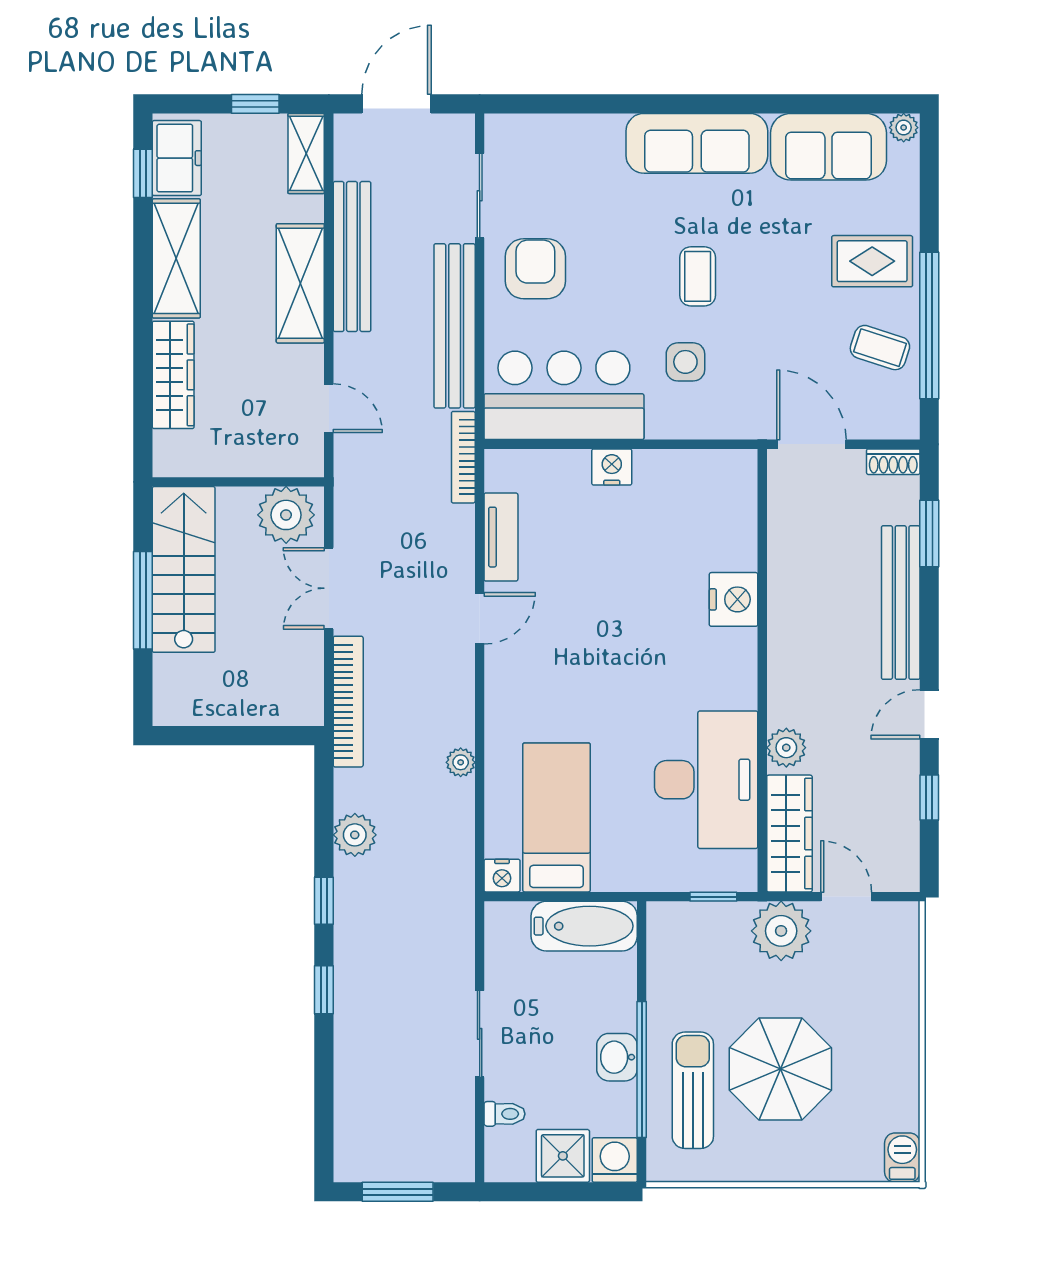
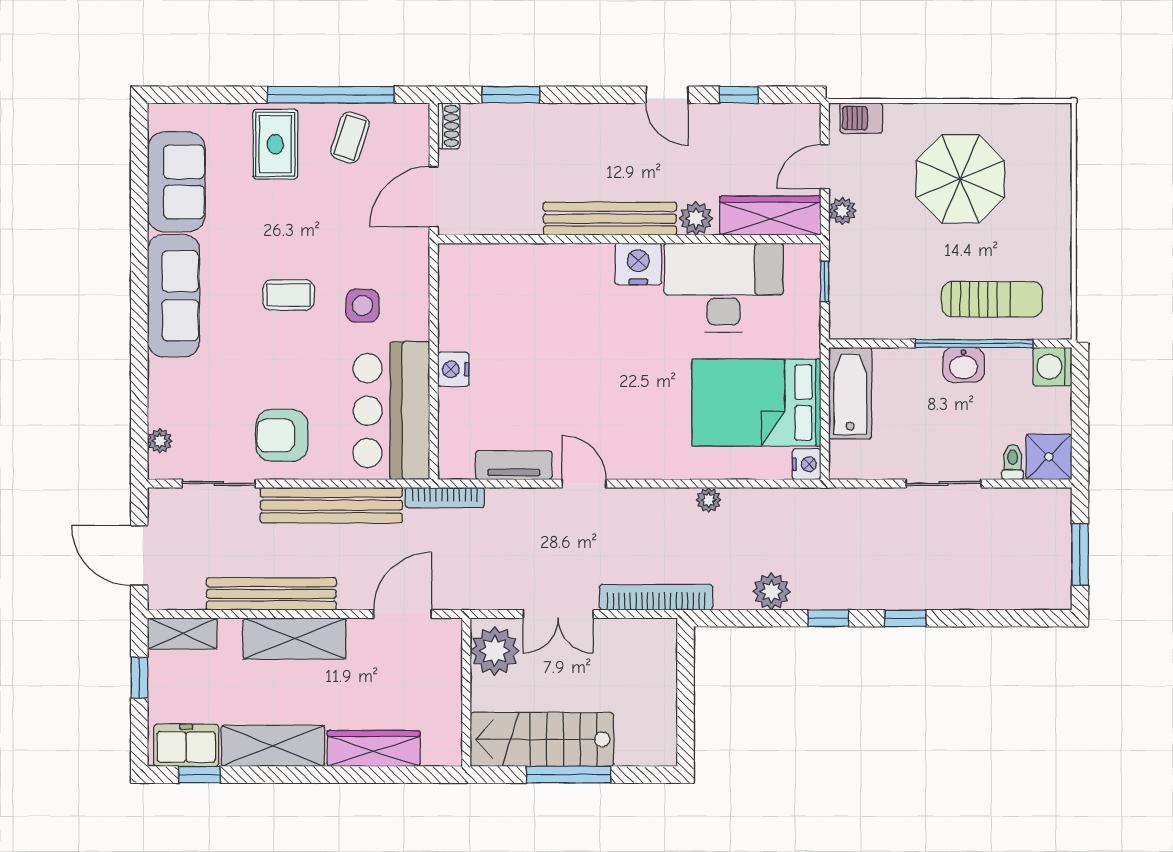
plant: (904, 128) -> (160, 441), moved
door: (329, 408) -> (402, 614), width x1.38
nightstand: (734, 599) -> (638, 264), moved
bench: (901, 603) -> (610, 219), moved
bed: (556, 817) -> (756, 403), width x1.50
plant: (781, 931) -> (842, 211), width x0.53, depth x0.53
parasol: (780, 1069) -> (960, 179), moved
sun lounger: (693, 1090) -> (992, 299), turned 180
shower: (563, 1156) -> (1049, 457), moved
barbecue: (902, 1158) -> (861, 118), moved

